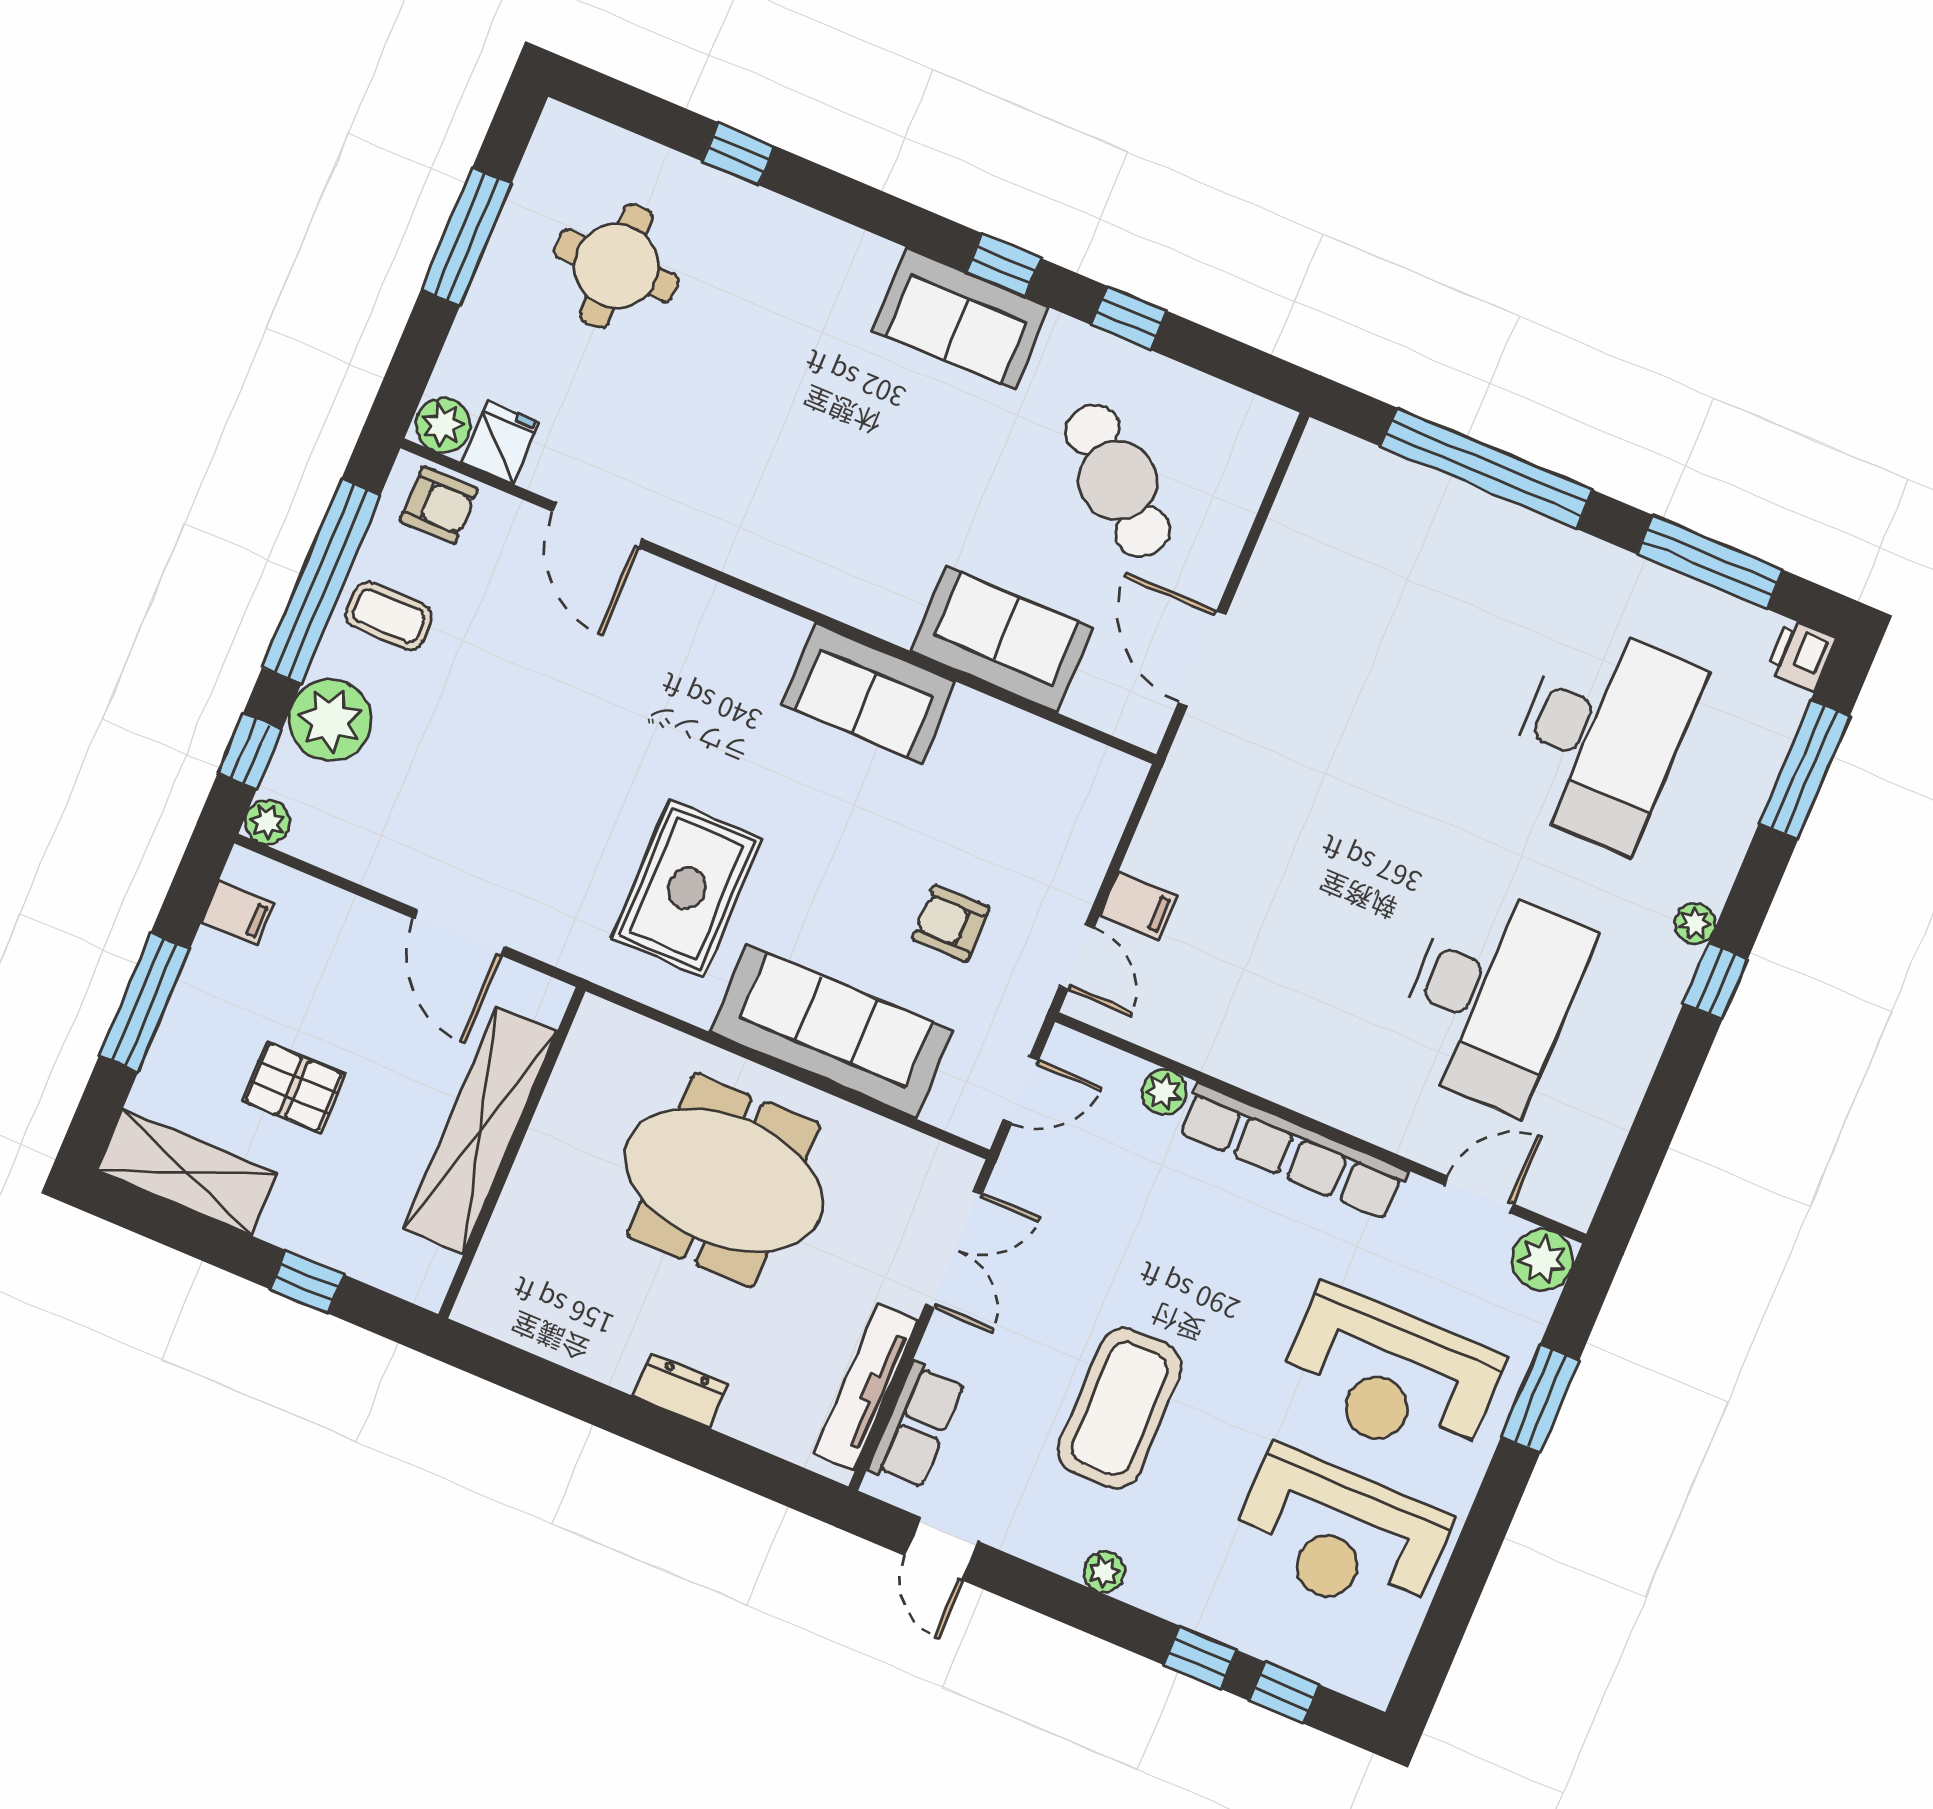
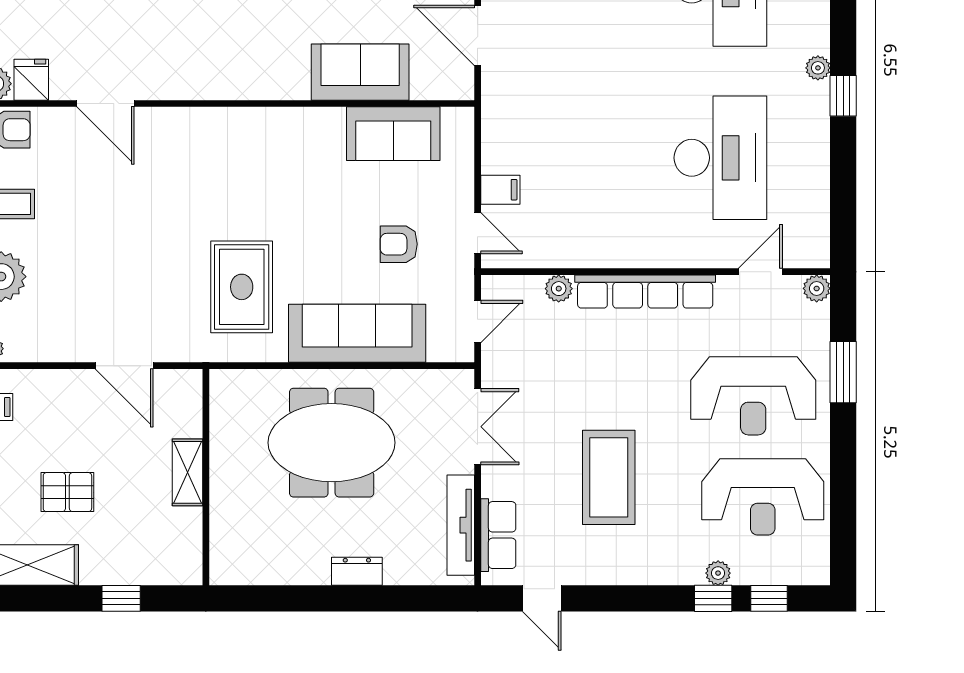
sofa: (869, 693) -> (393, 134), moved
shelving: (480, 1131) -> (188, 472), width x0.45, depth x0.75
plant: (1542, 1260) -> (817, 288), width x0.73, depth x0.73
plant: (1104, 1572) -> (718, 573), moved

